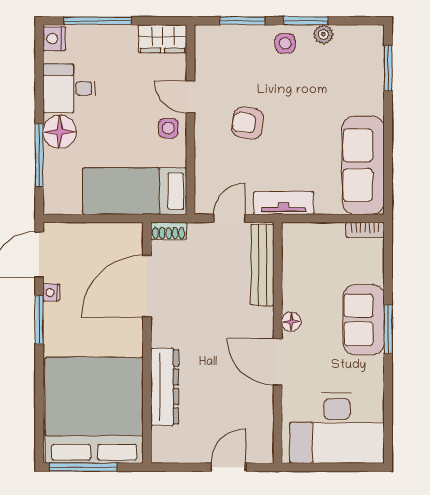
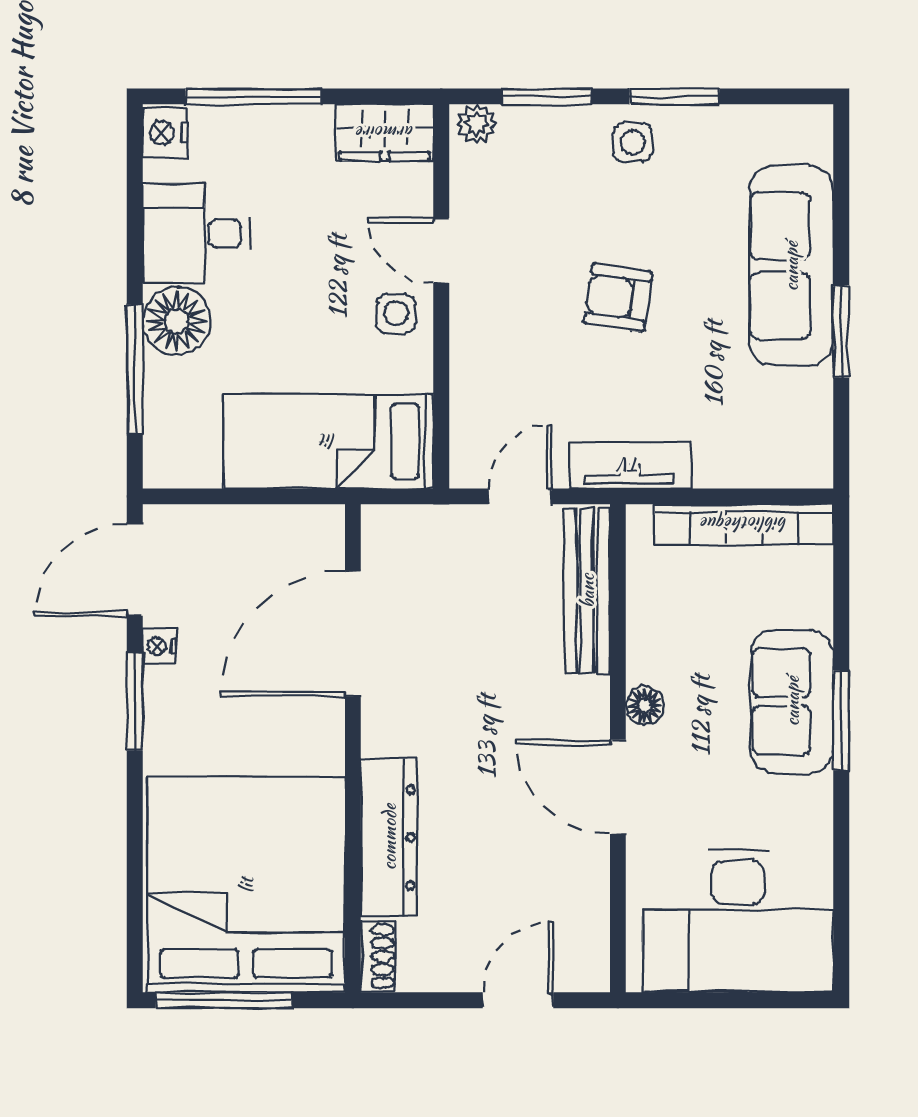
plant: (323, 34) -> (476, 124), moved
window: (388, 68) -> (841, 331), moved
armchair: (248, 123) -> (618, 298), moved
sofa: (363, 165) -> (791, 266), moved
bookcase: (365, 230) -> (744, 524), width x2.31, depth x1.31
shoe rack: (169, 231) -> (378, 956), moved, turned -90

